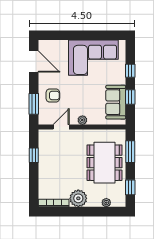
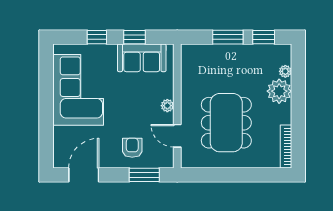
window: (130, 152) -> (228, 37), moved
window: (34, 155) -> (218, 175), removed
dining table: (105, 163) -> (226, 123), moved, turned 90
plant: (78, 198) -> (279, 91), moved

